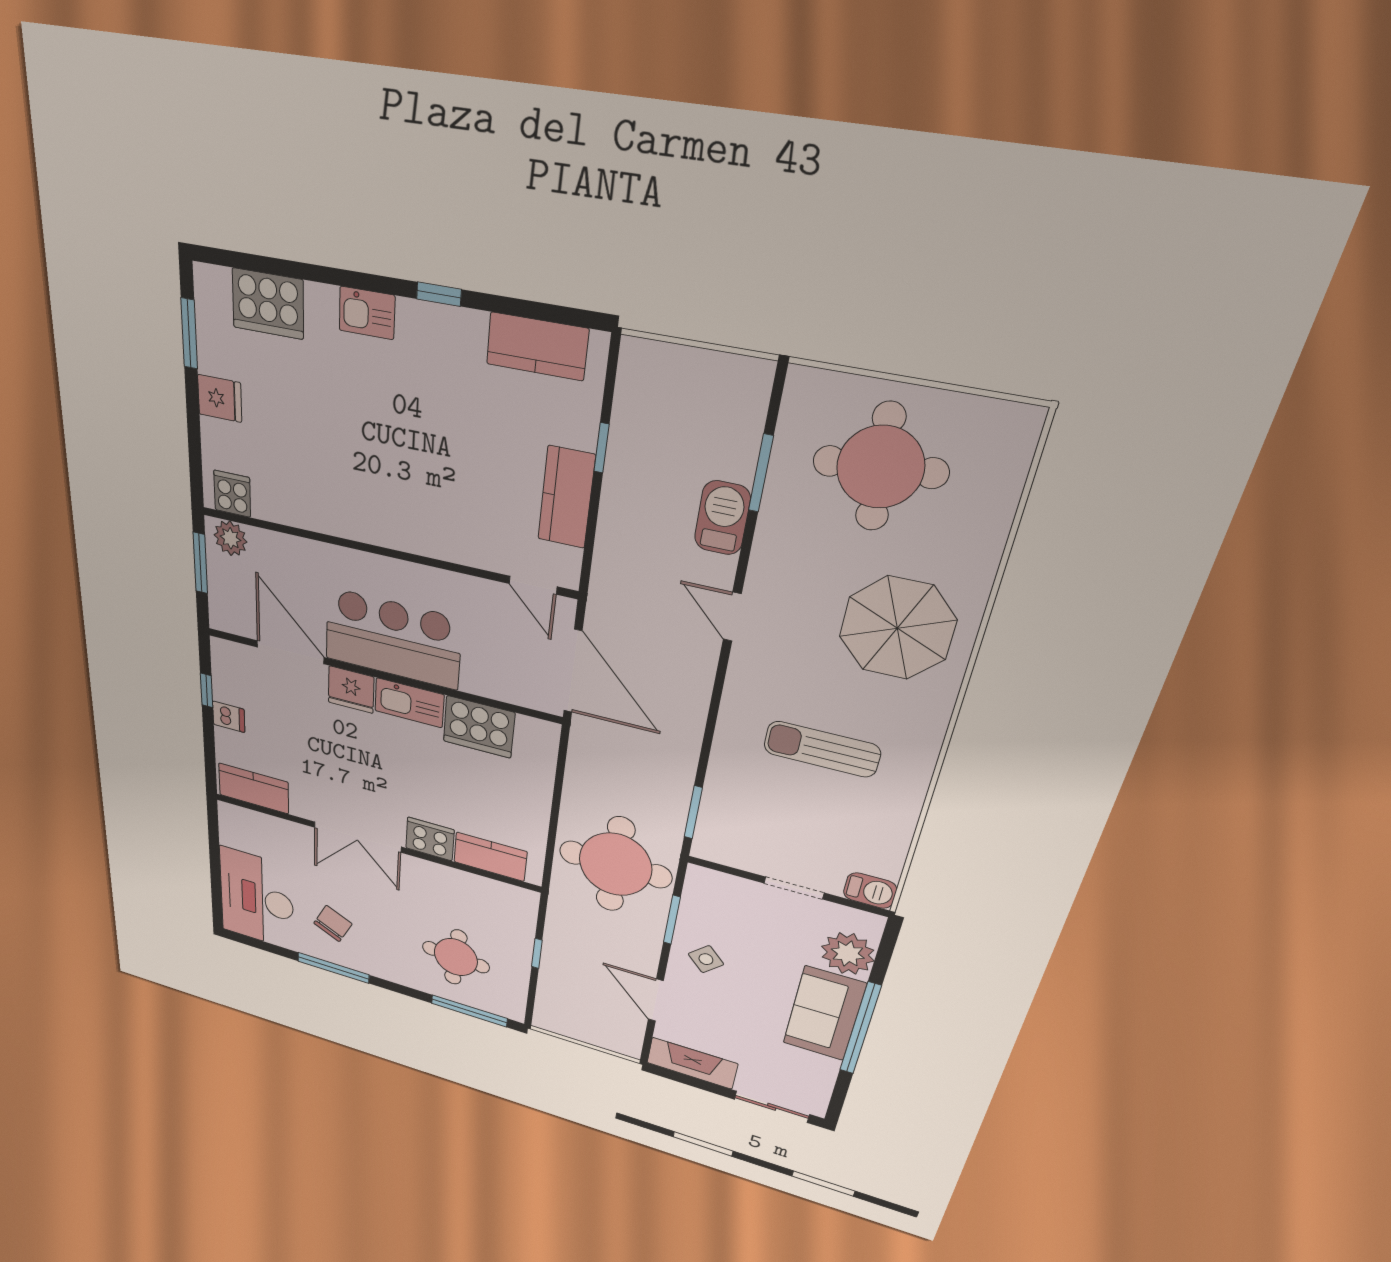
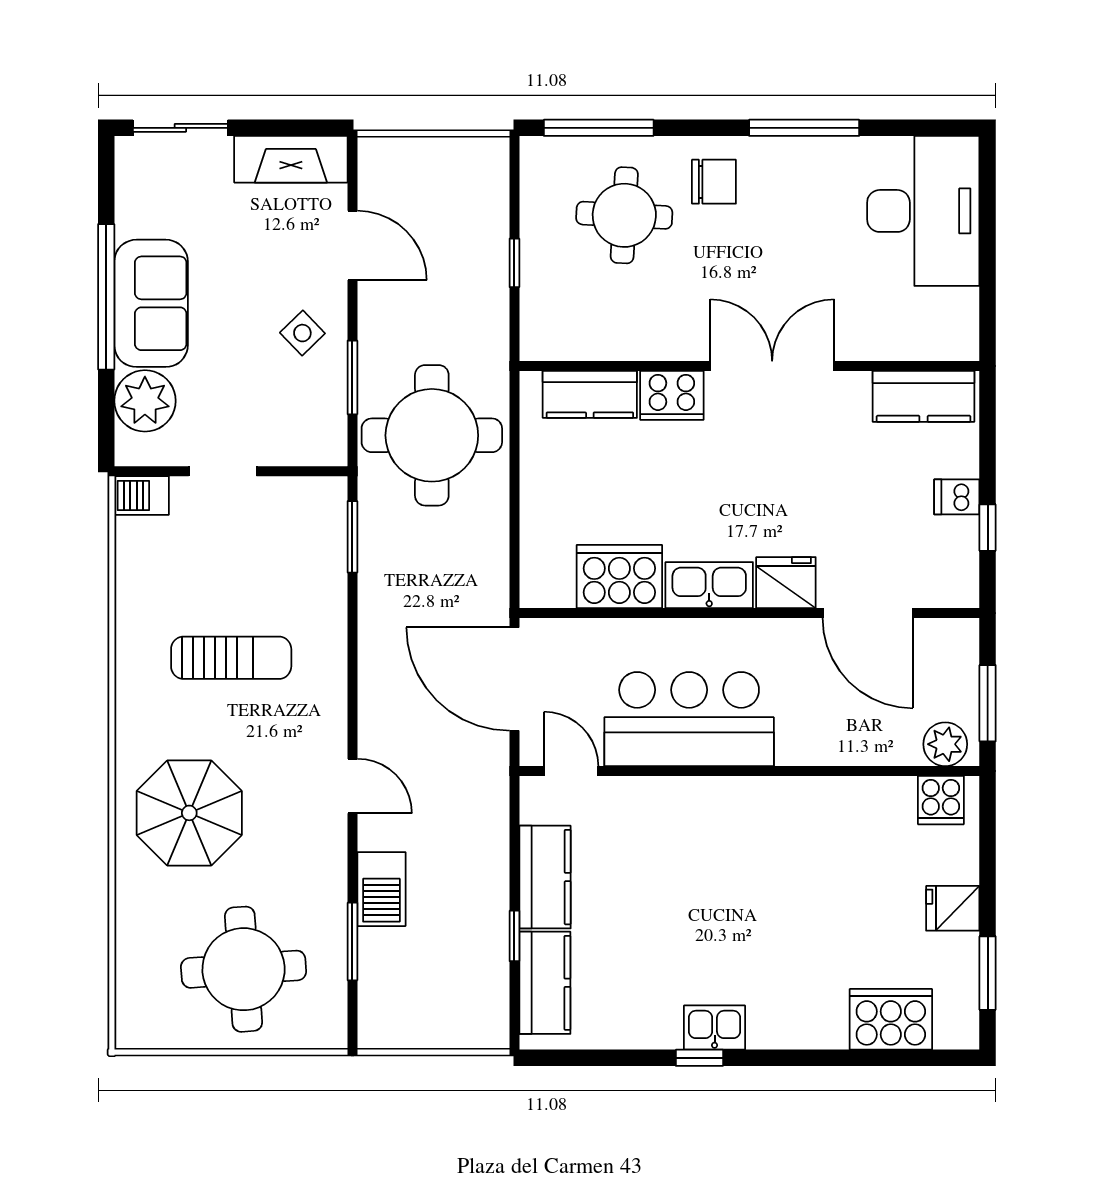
kitchen sink: (367, 313) -> (715, 1028), moved
kitchen counter: (537, 346) -> (545, 983), moved, turned 90
bar counter: (393, 639) -> (689, 719), moved, turned 180
chair: (333, 924) -> (714, 182), moved, turned -116

